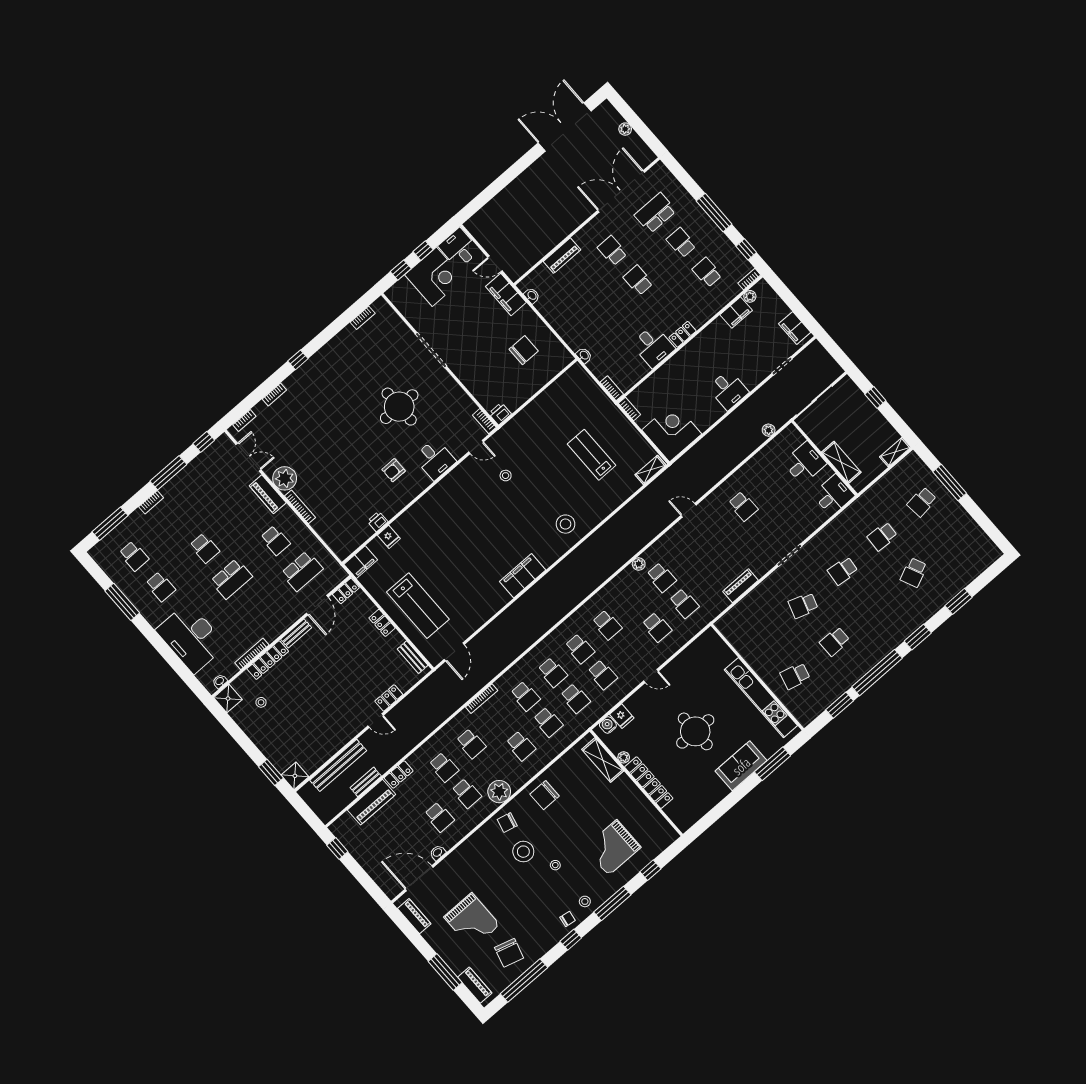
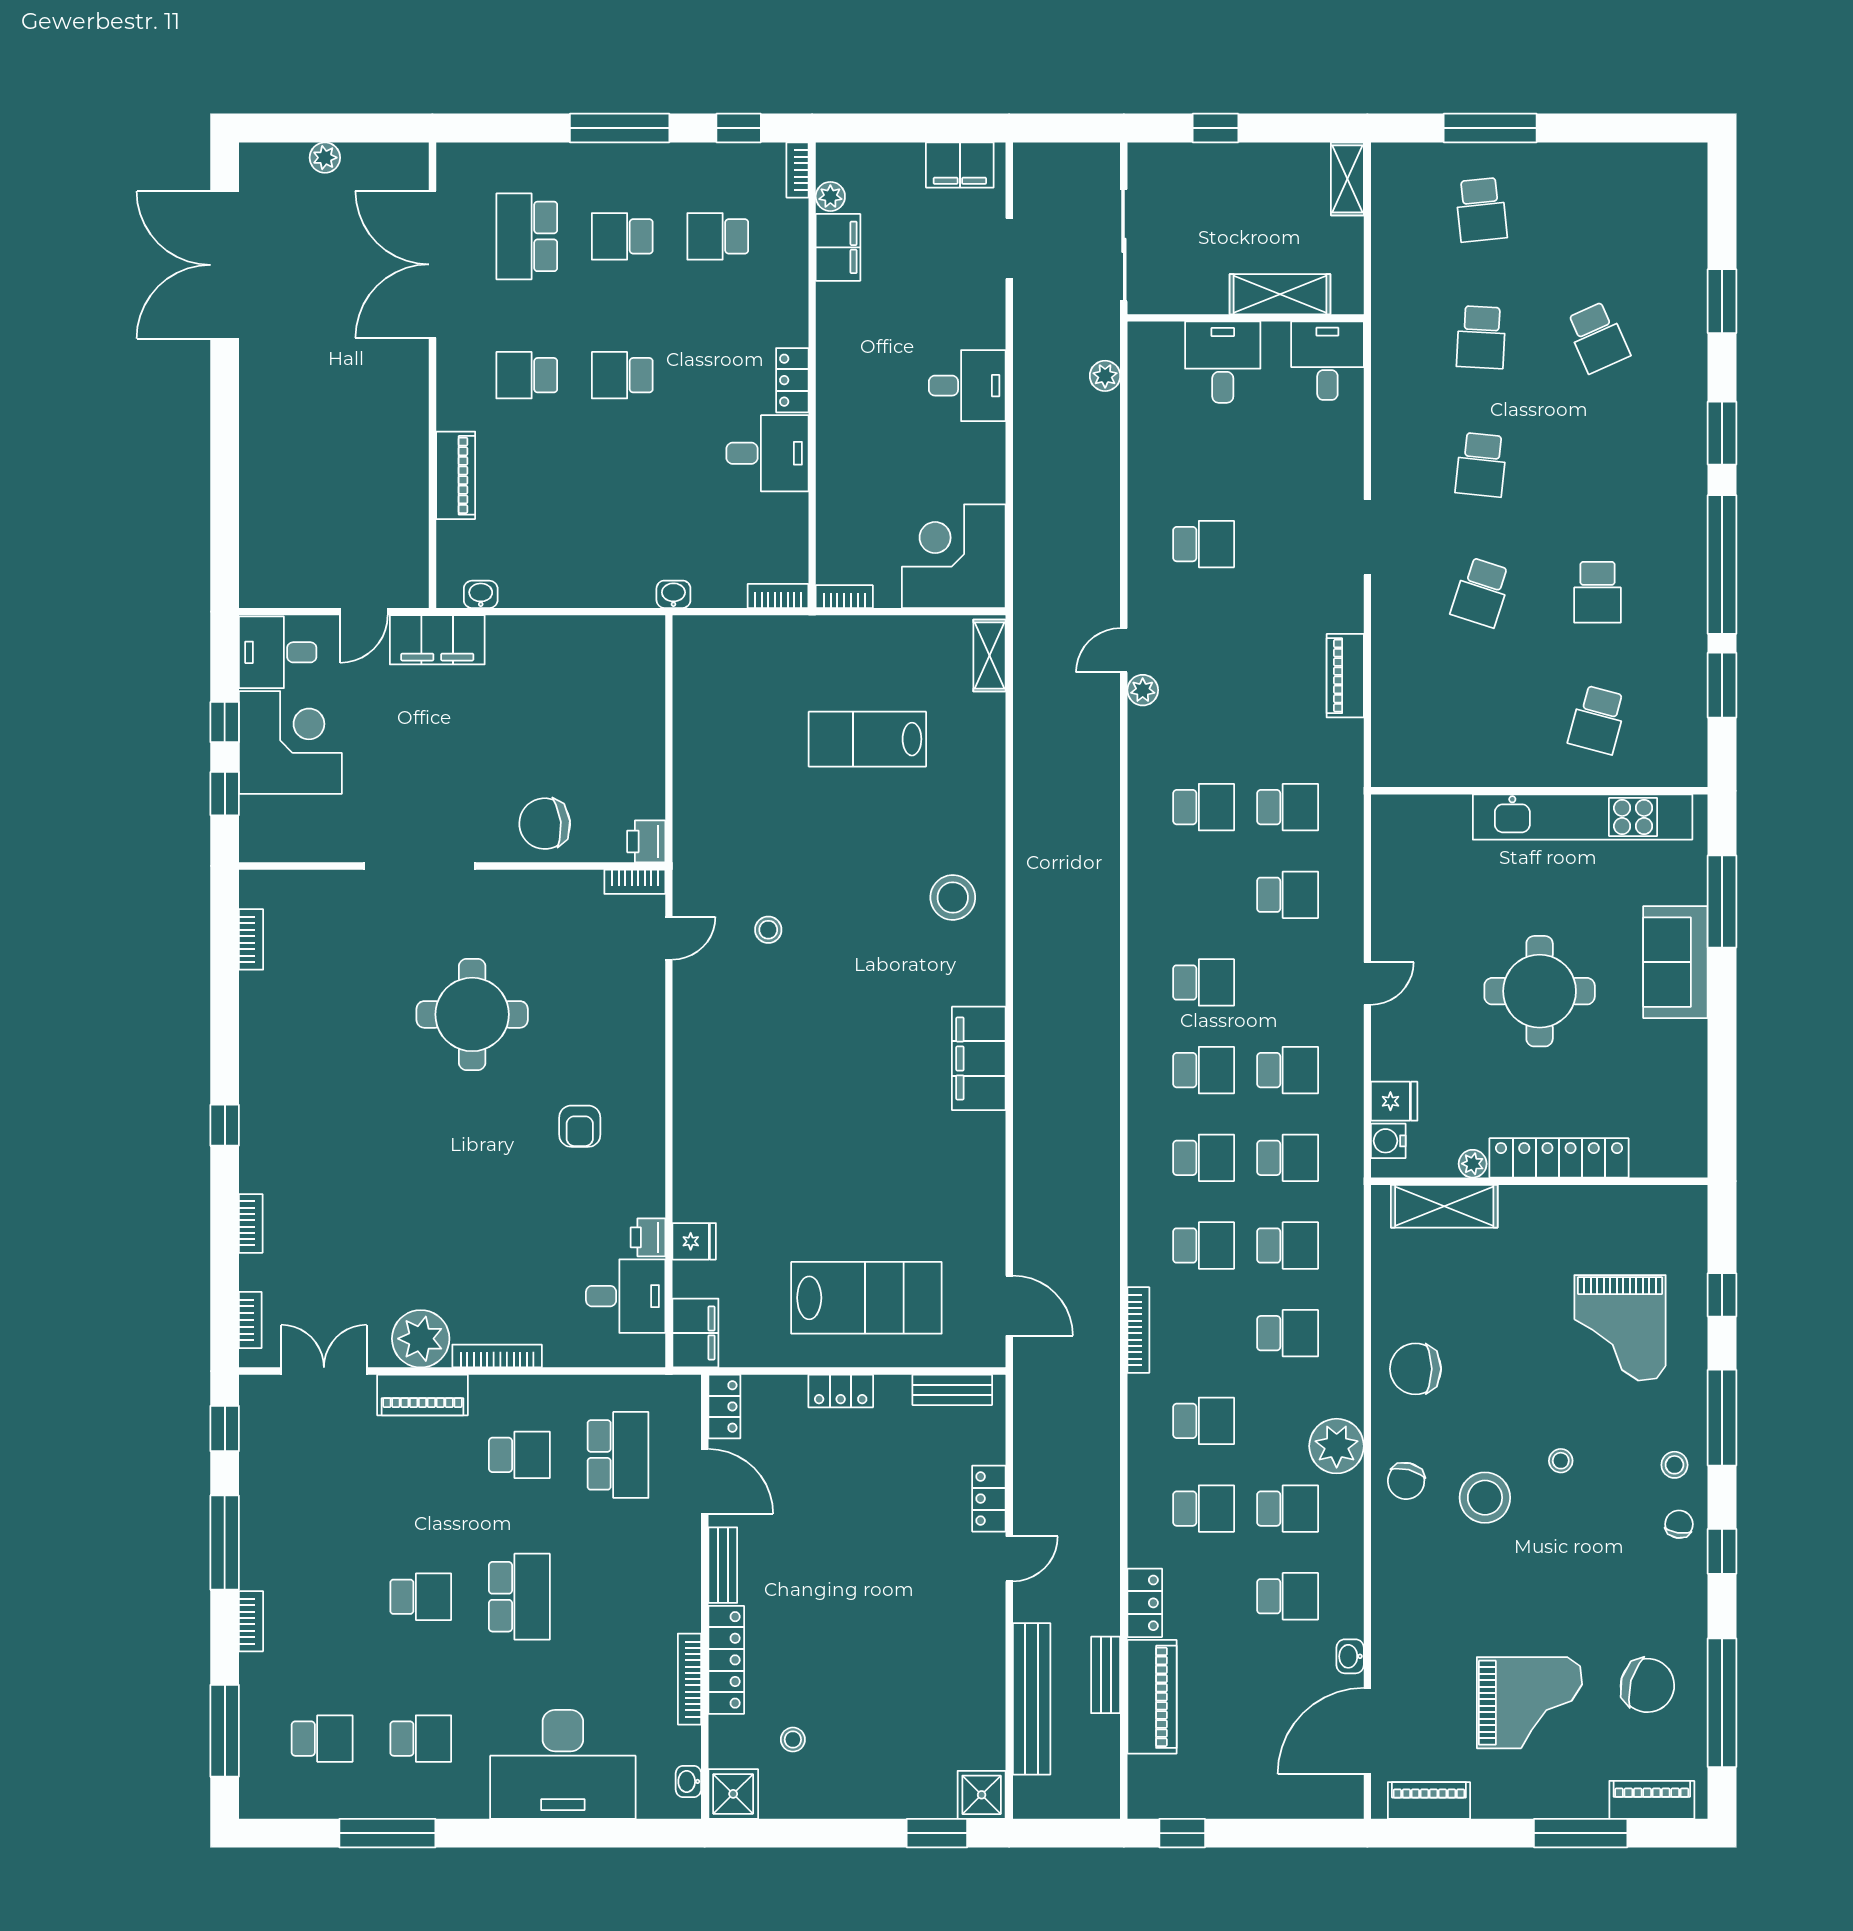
chair: (524, 350) -> (545, 824), moved, turned -96
desk: (435, 459) -> (626, 1296), moved
plant: (639, 564) -> (1143, 690), moved
chair: (545, 795) -> (1415, 1369), turned 90

